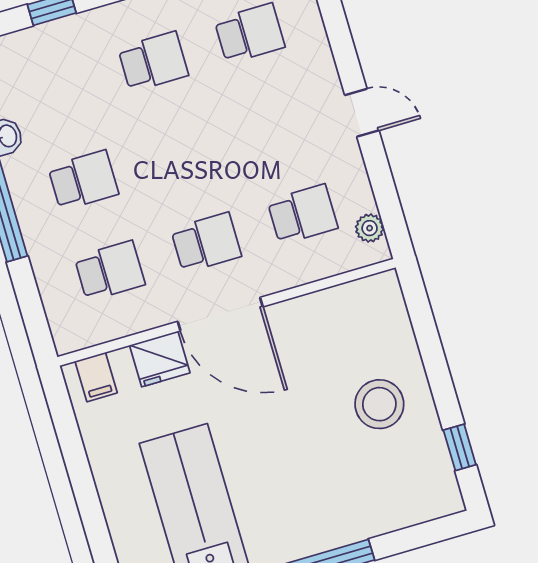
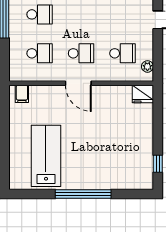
door: (220, 314) -> (78, 83), width x0.73
fridge: (160, 359) -> (143, 94), moved
stool: (379, 404) -> (131, 137), removed

